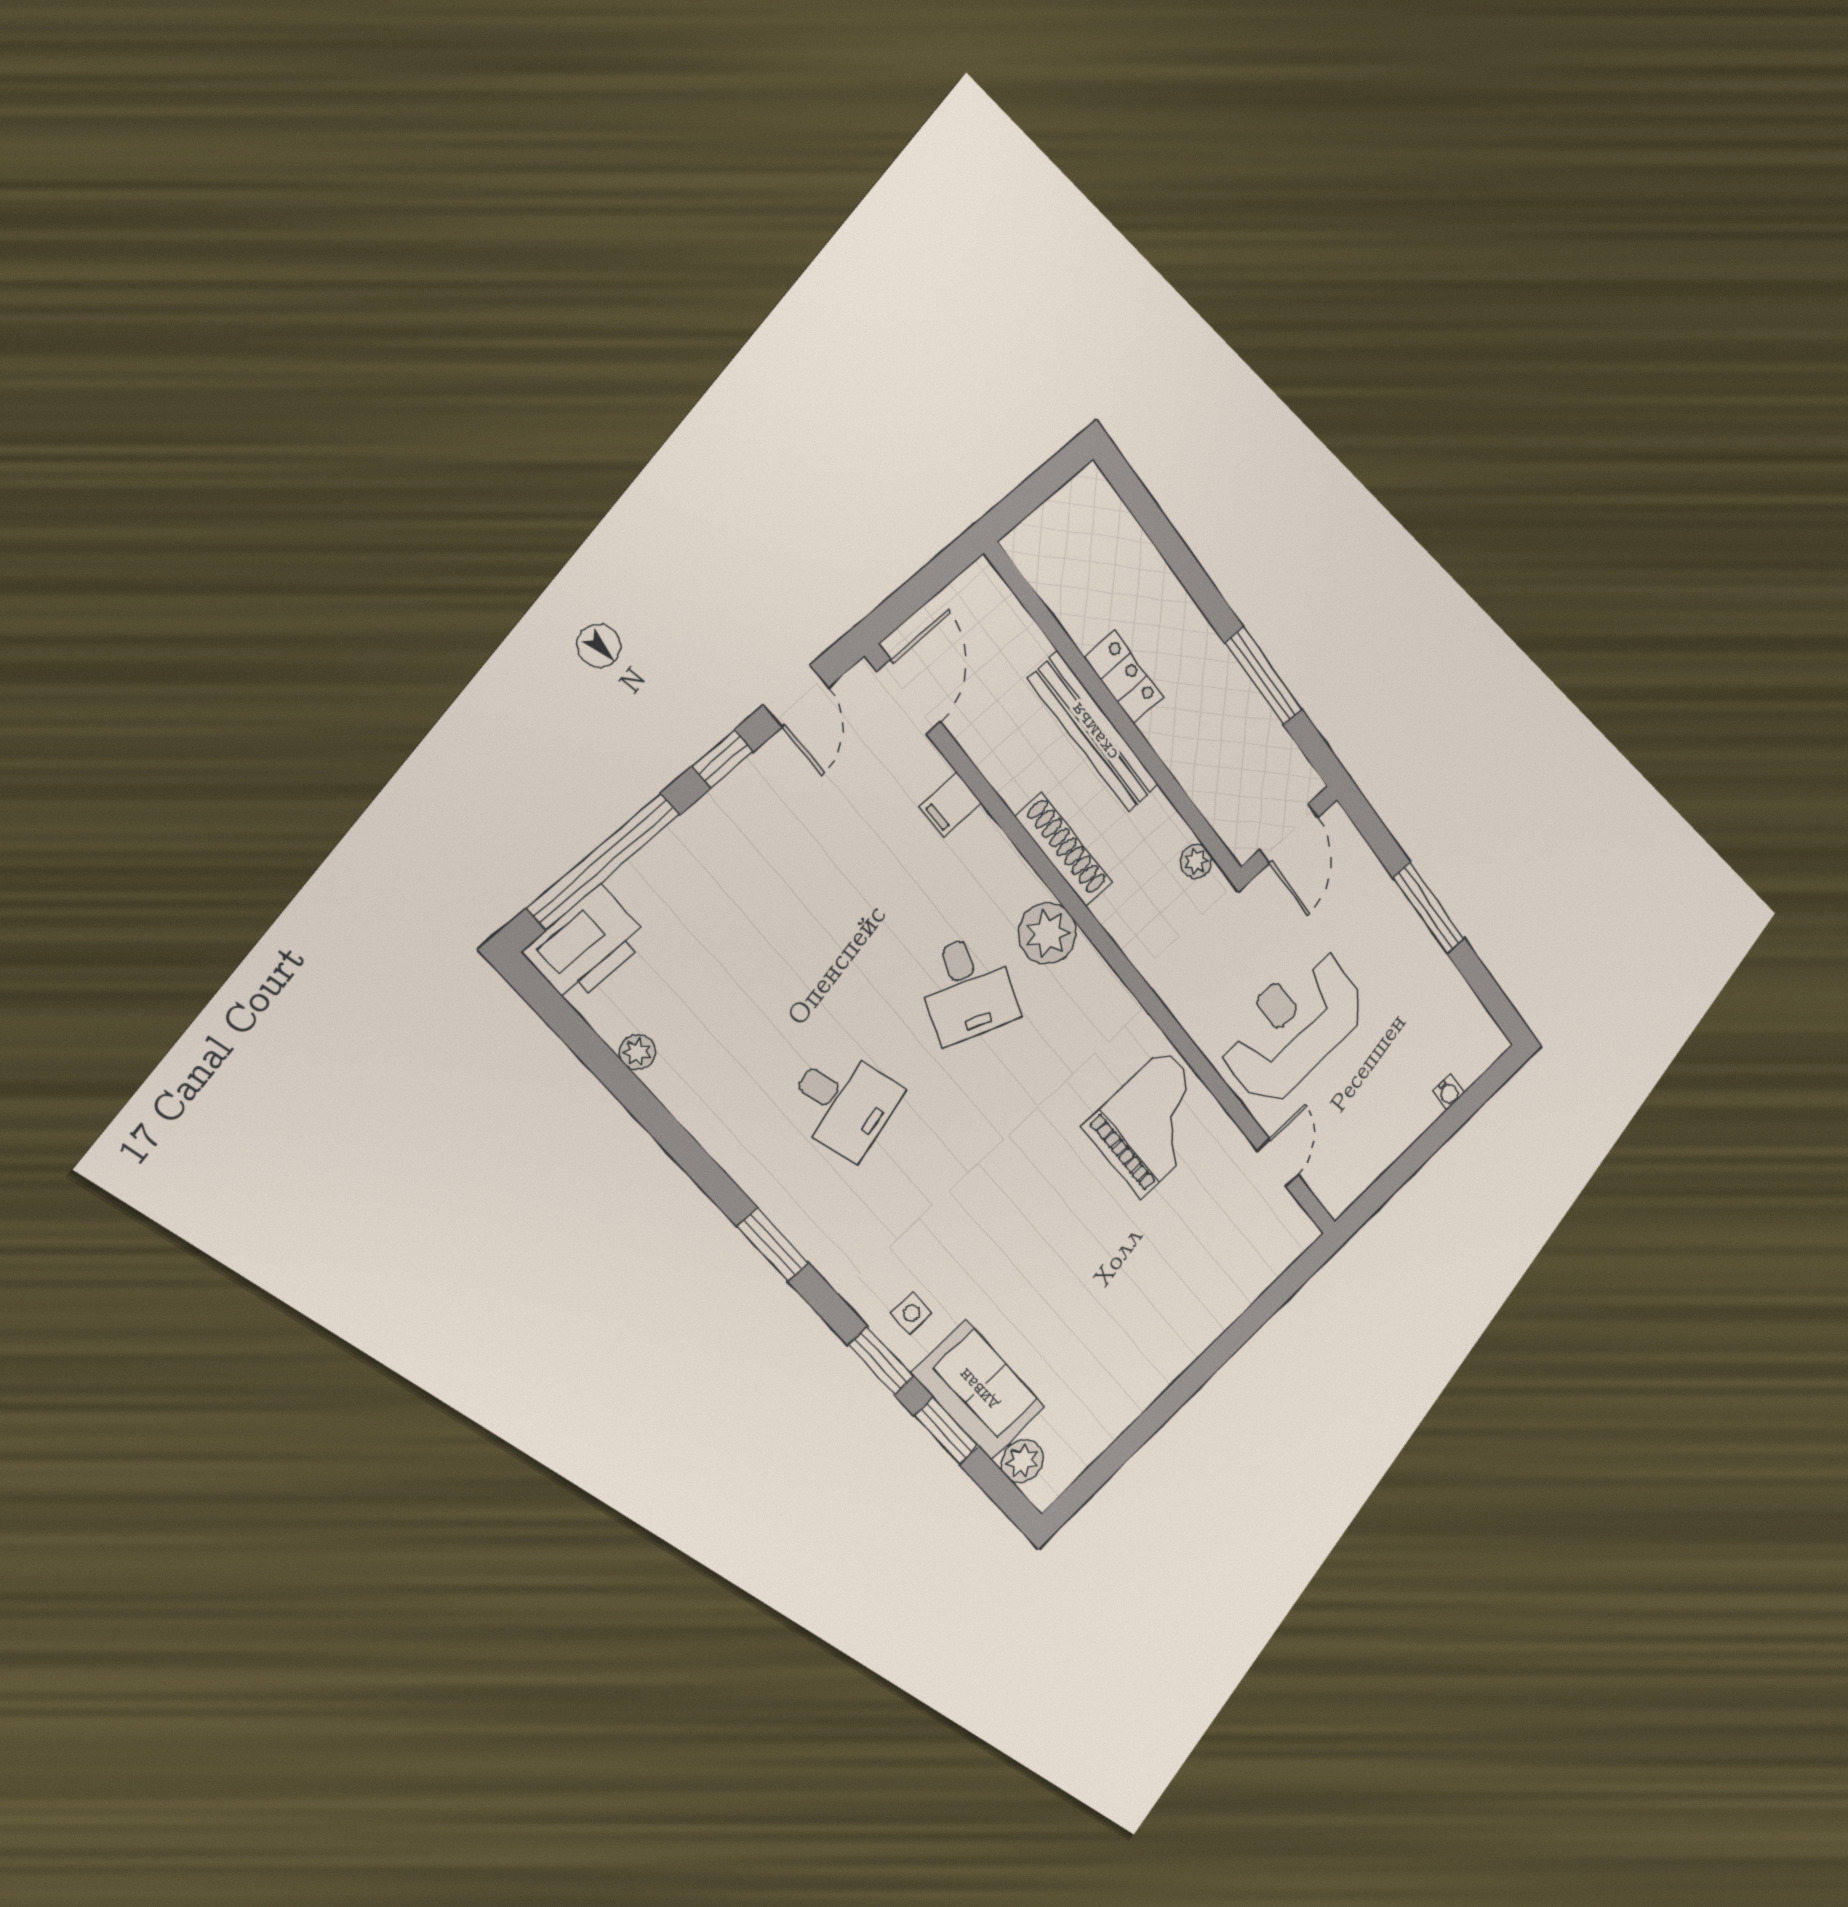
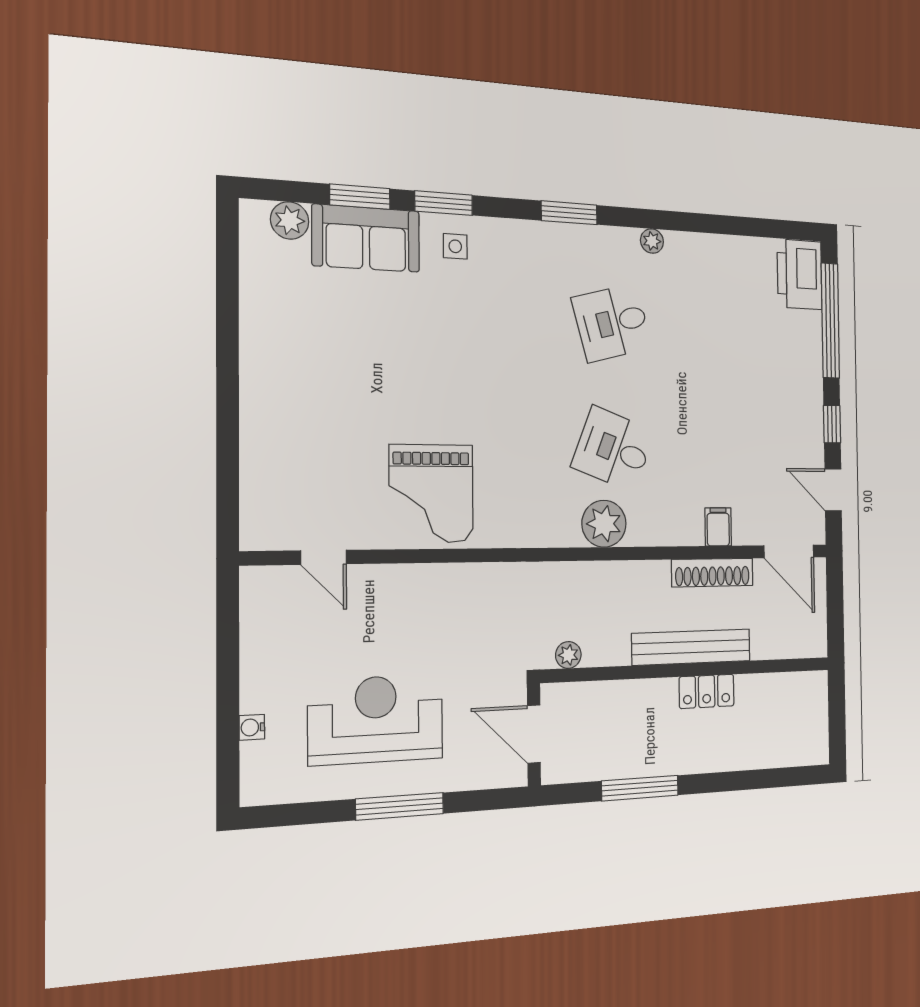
shoe rack: (1063, 850) -> (712, 572), moved
reception desk: (1293, 1026) -> (376, 719), moved, turned -90
plant: (637, 1052) -> (652, 241), moved

